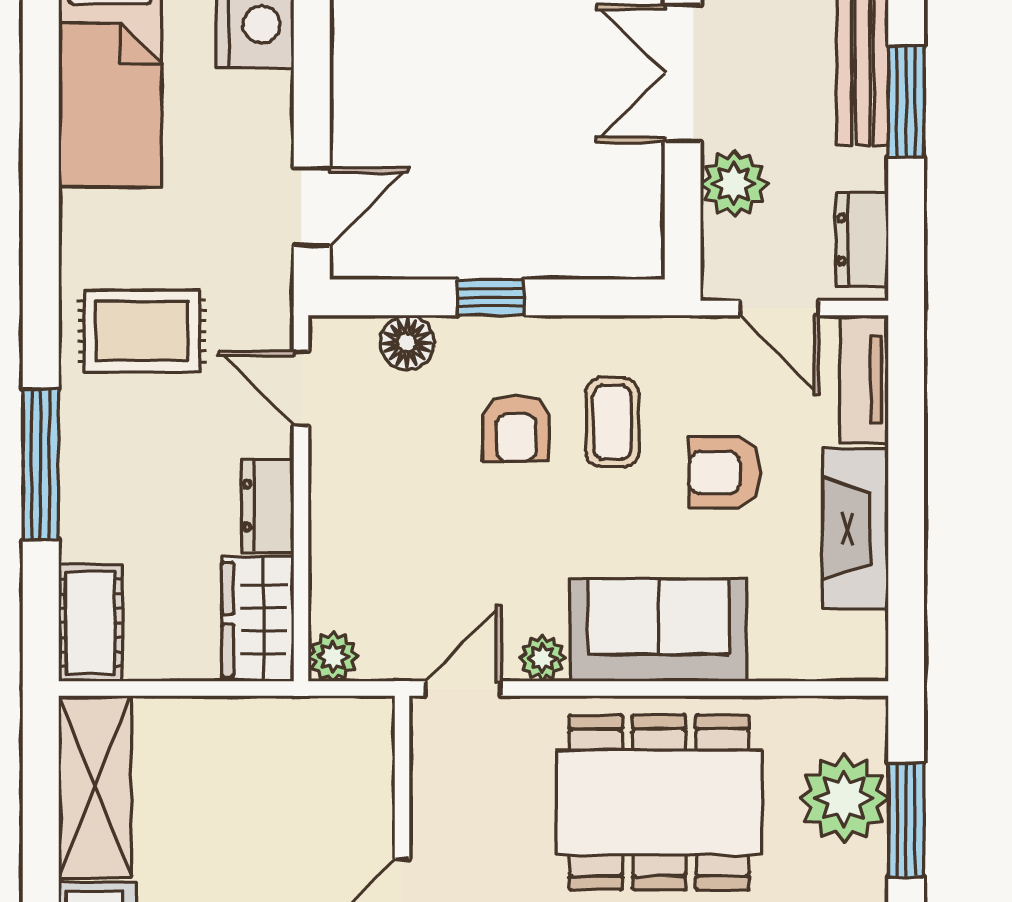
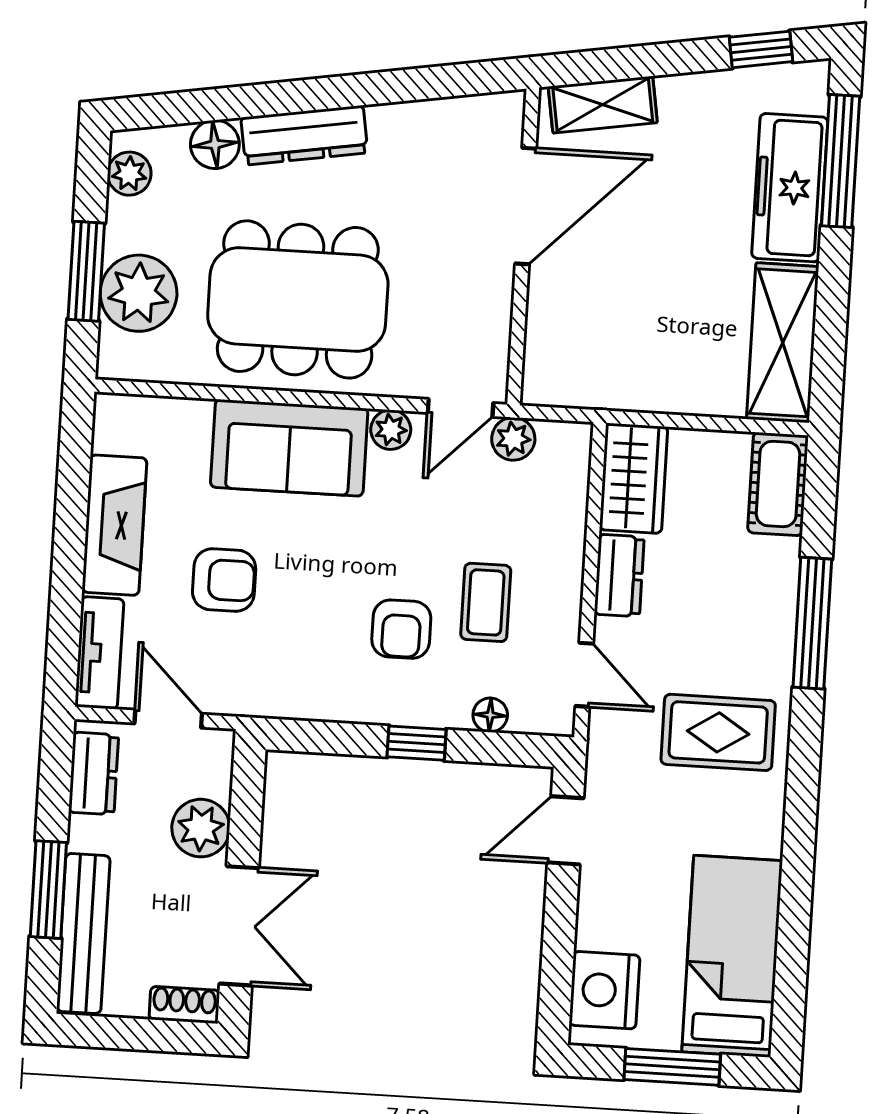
floor lamp: (407, 342) -> (490, 715), width x0.73, depth x0.73
coffee table: (612, 422) -> (486, 602), moved
armchair: (516, 428) -> (401, 629), turned 180
plant: (333, 656) -> (513, 439), moved

